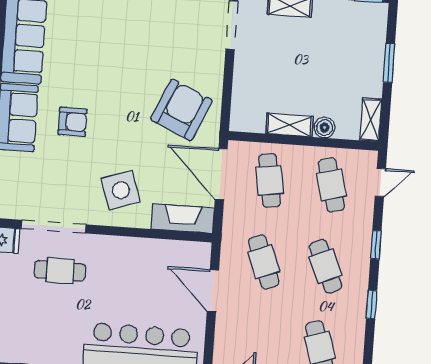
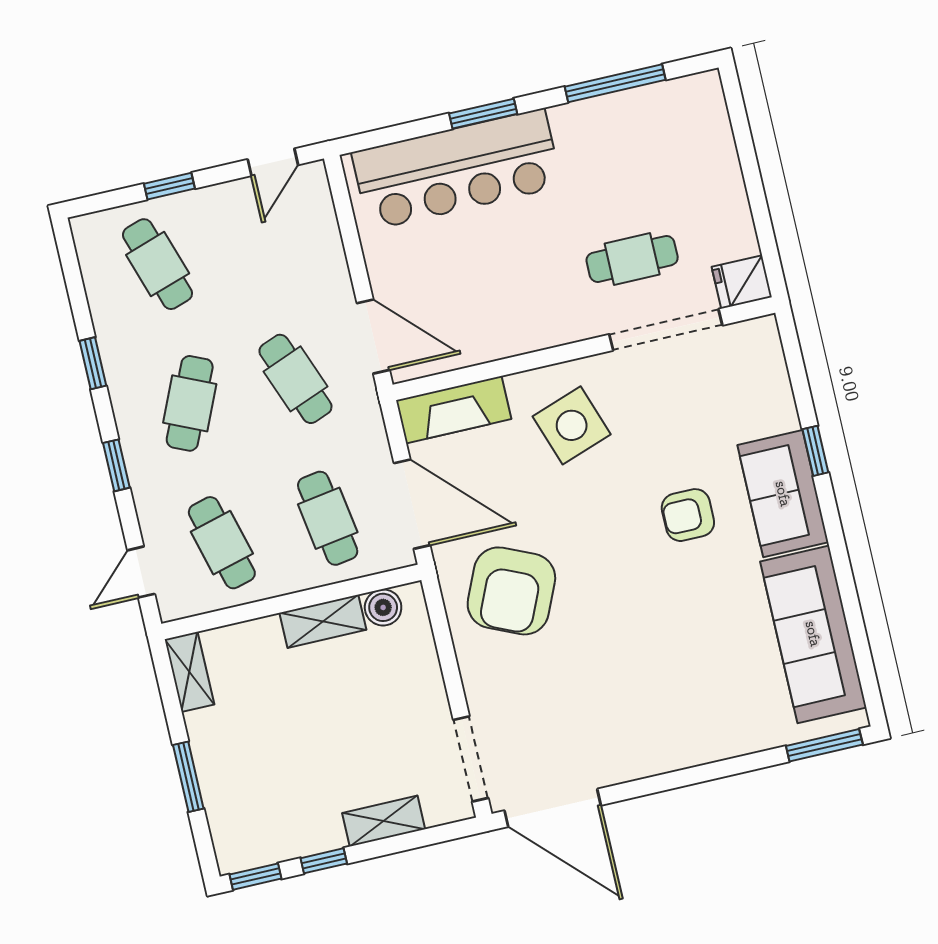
boiler: (325, 128) -> (383, 607), moved
cafe table: (326, 266) -> (190, 403), turned 48
door: (213, 291) -> (373, 336), moved

